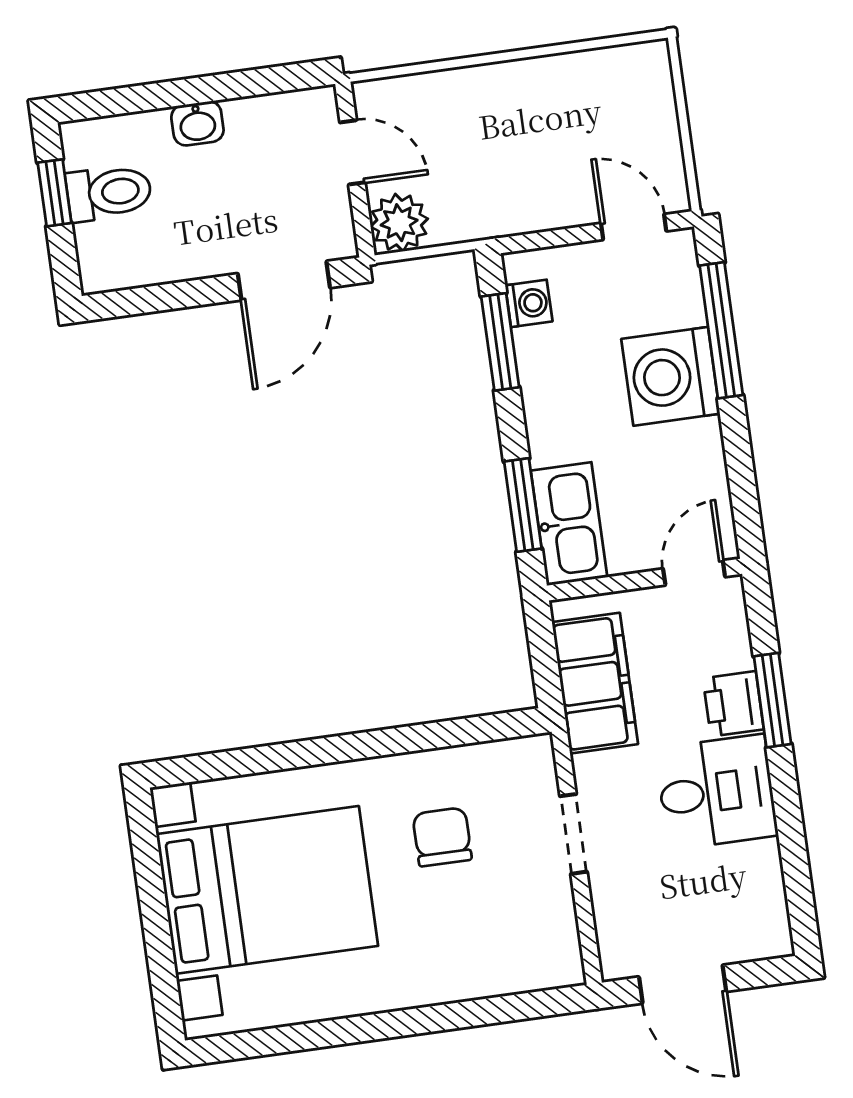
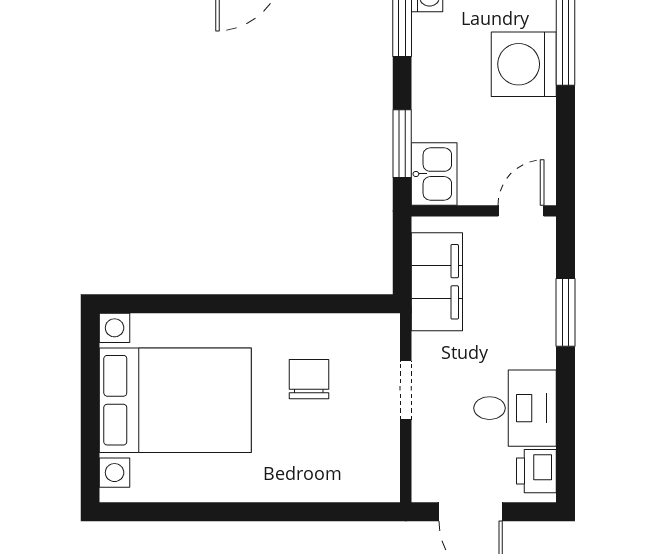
kitchen sink: (569, 524) -> (434, 174), width x0.73
printer: (733, 704) -> (536, 471), moved
desk: (716, 792) -> (515, 408), moved

